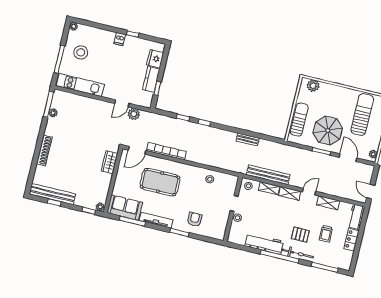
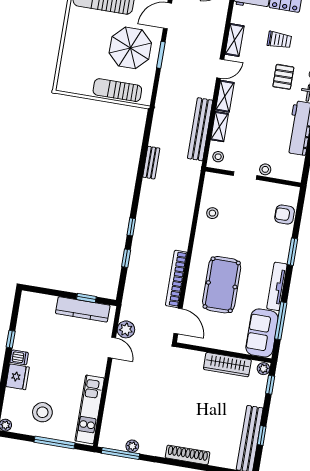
fridge: (155, 59) -> (18, 377), moved, turned -90
kitchen counter: (151, 79) -> (83, 309), width x1.50
plant: (313, 86) -> (67, 74), removed
wardrobe: (109, 162) -> (227, 365), moved, width x1.50
door: (309, 192) -> (220, 69), swing flipped
armchair: (195, 219) -> (285, 215), moved

